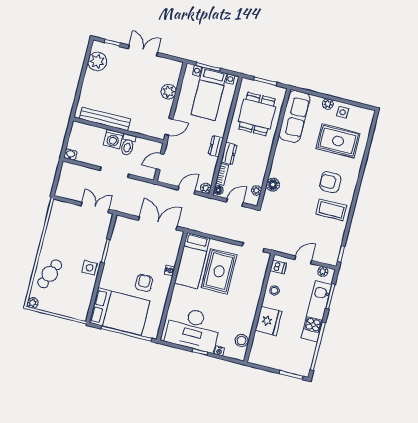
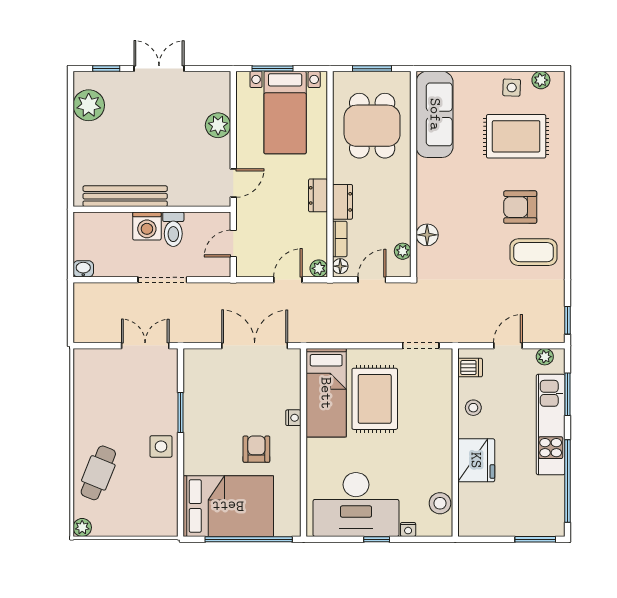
plant: (328, 104) -> (541, 80), moved

